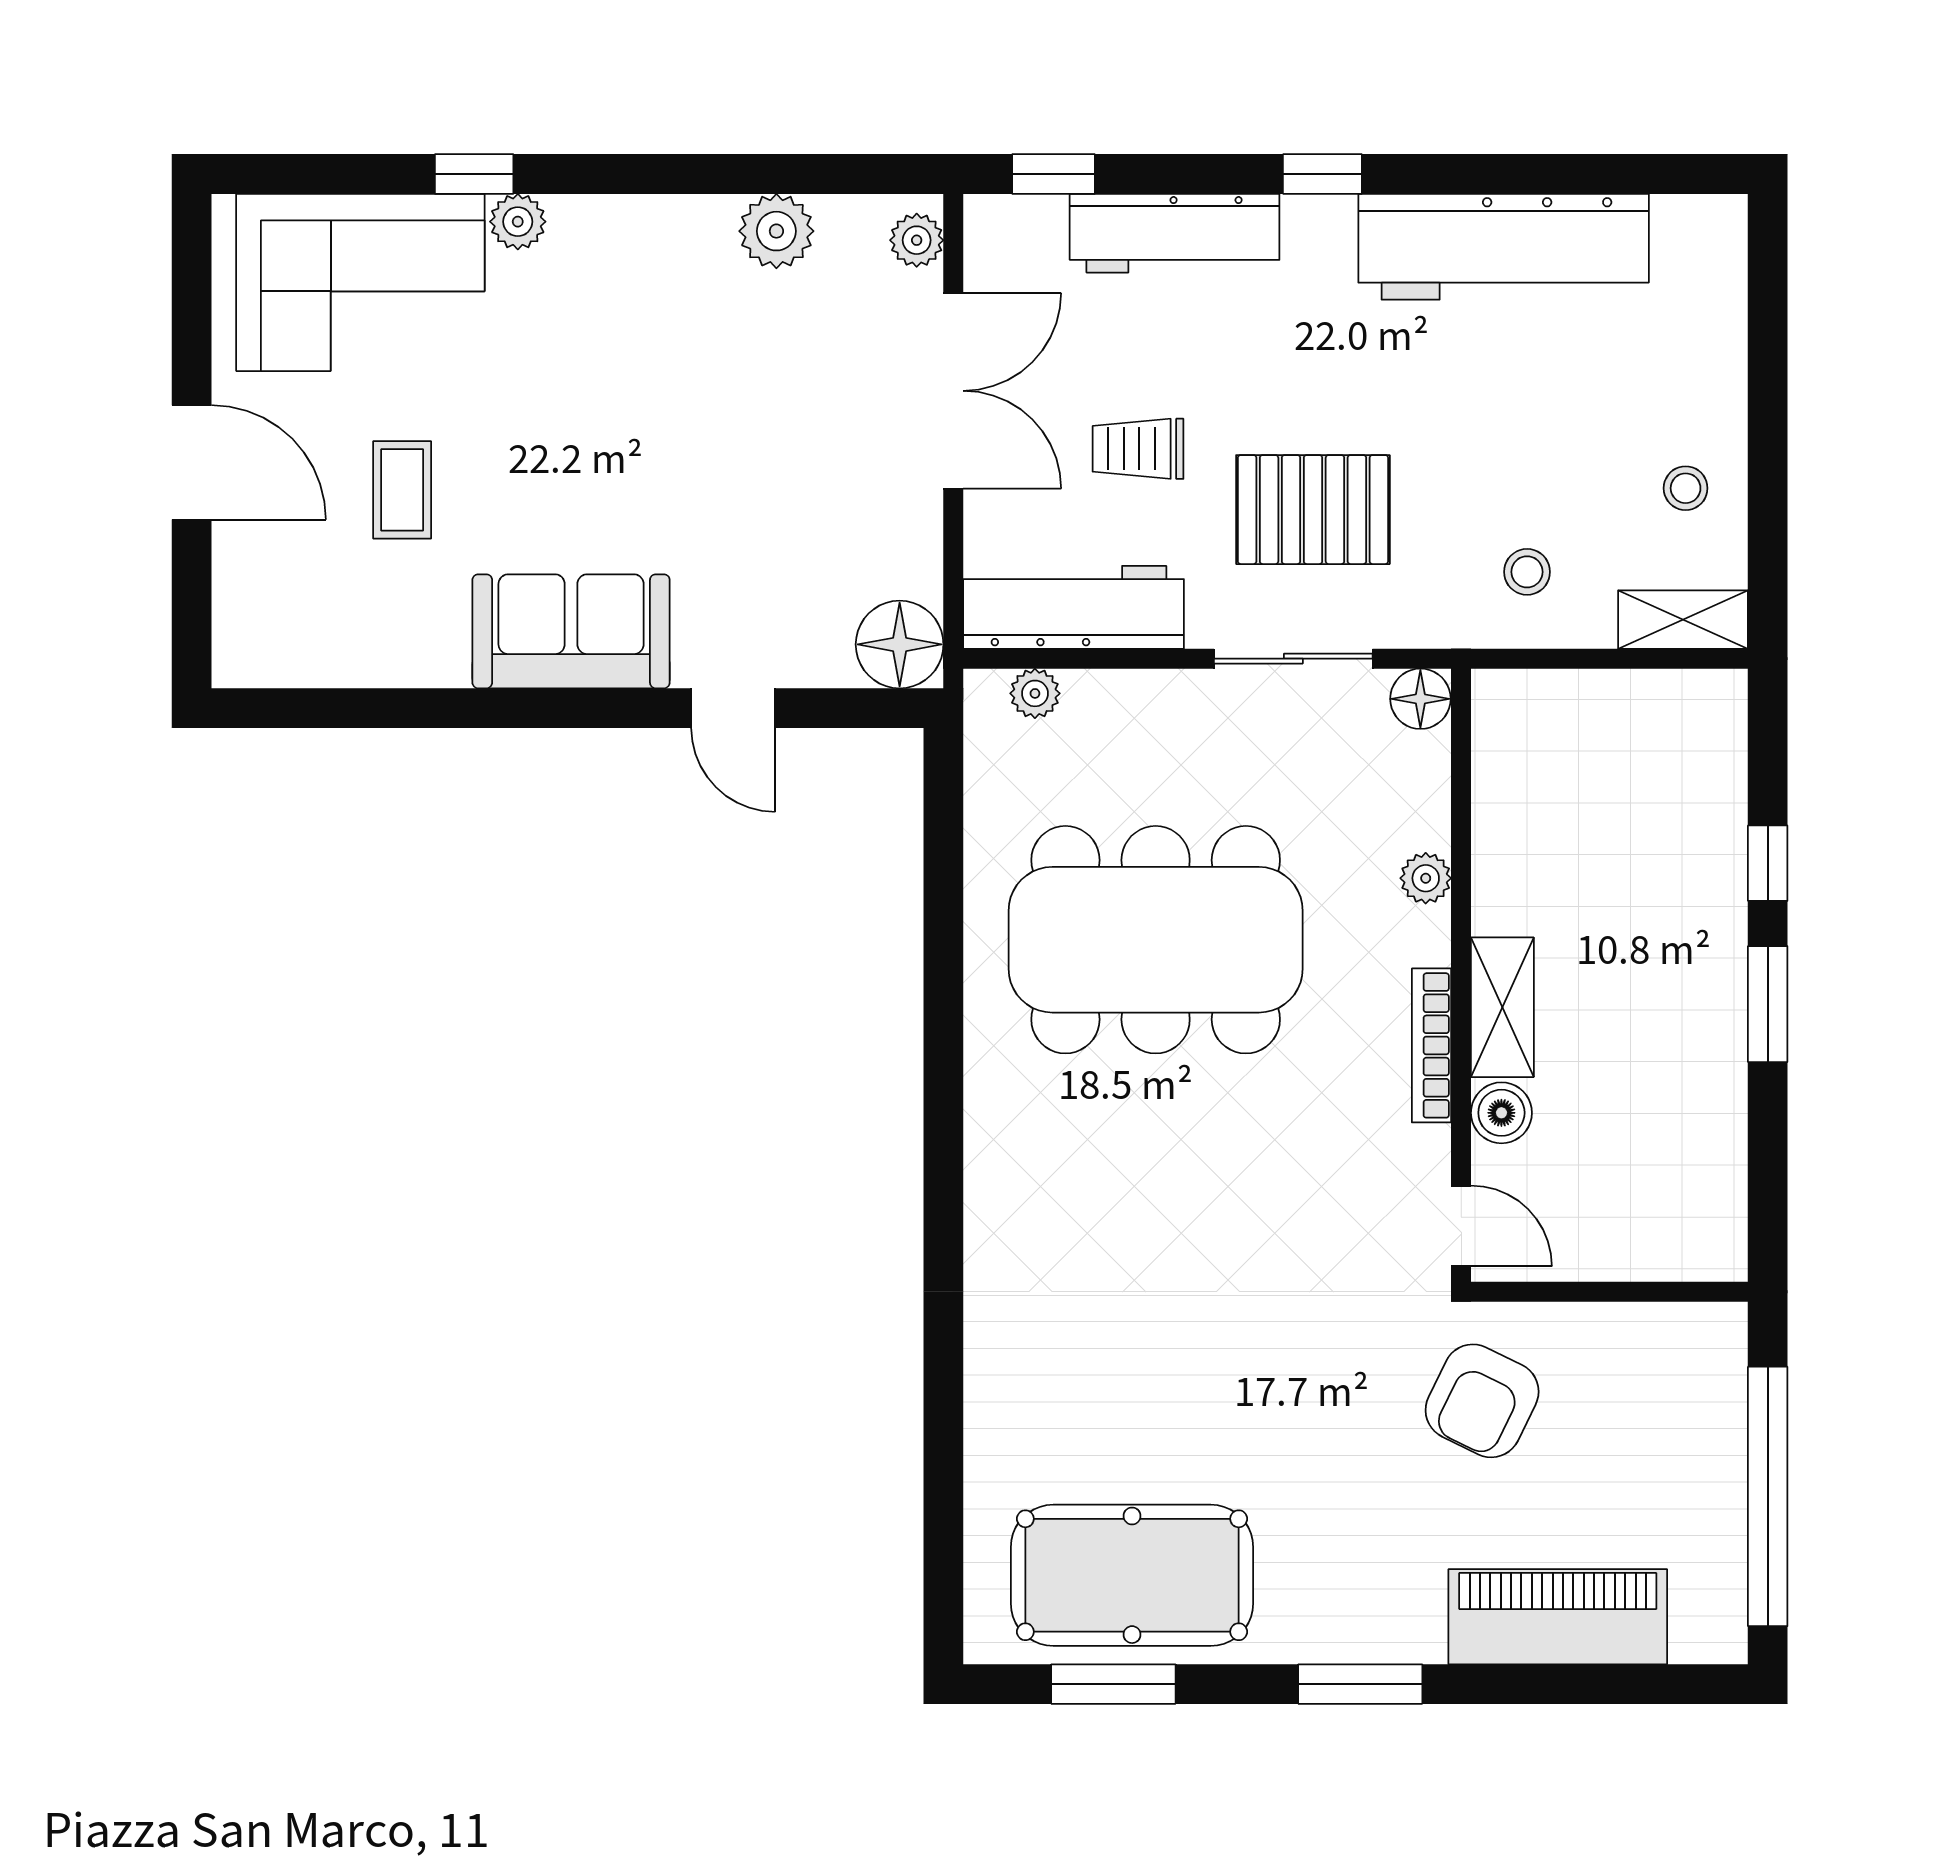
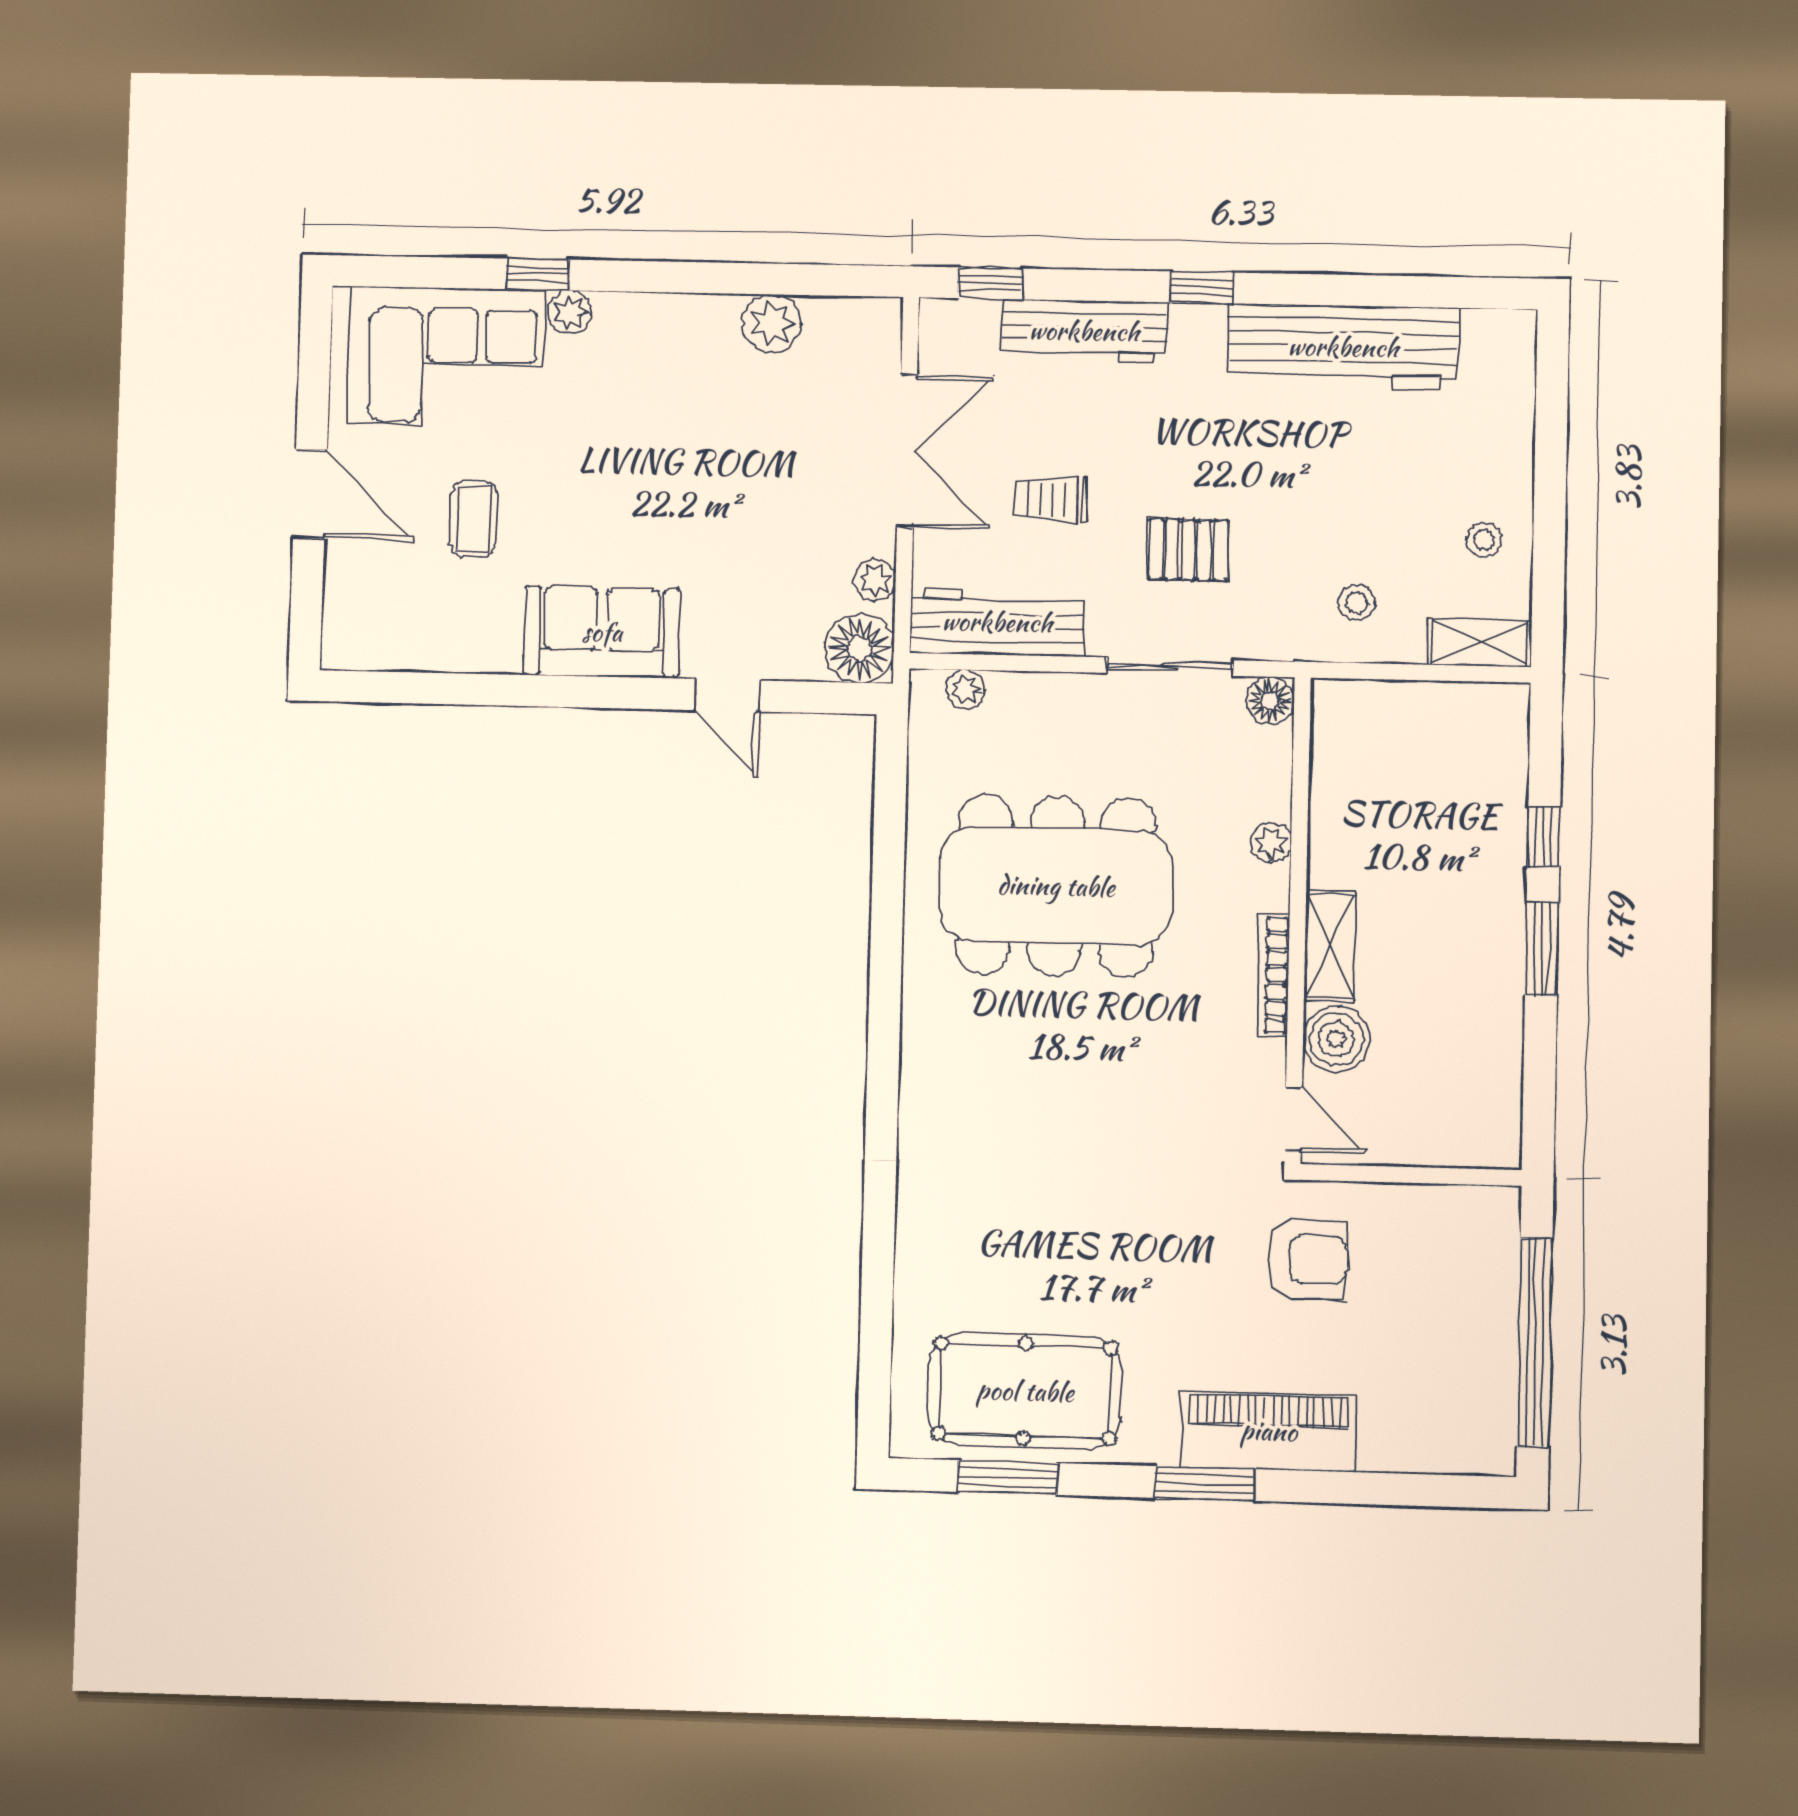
plant: (917, 240) -> (875, 580), moved
pallet: (1313, 510) -> (1188, 550), width x0.67, depth x0.71
boiler: (1501, 1113) -> (1336, 1039), width x1.36, depth x1.36
armchair: (1482, 1401) -> (1307, 1259), turned -116
piano: (1558, 1617) -> (1269, 1431), moved

